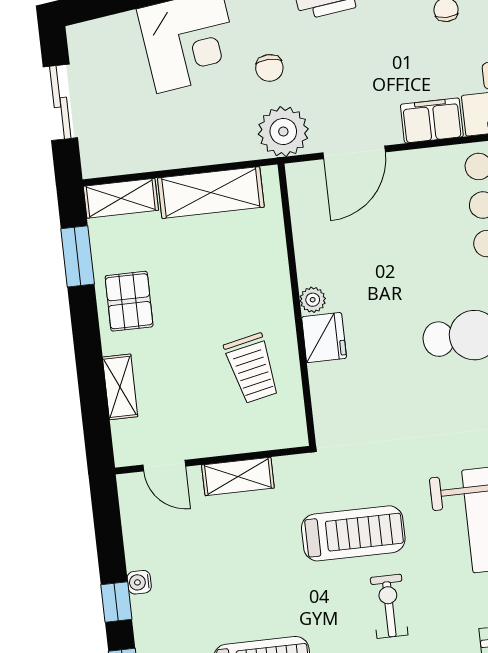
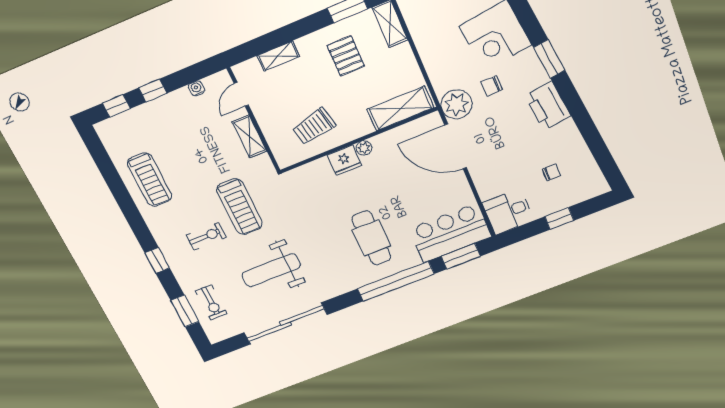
filing cabinet: (432, 120) -> (486, 183), removed
door: (354, 152) -> (456, 146), width x1.36
shelving: (211, 193) -> (400, 108), moved, turned 90
pallet: (129, 301) -> (346, 56), moved, turned 90
water cooler: (139, 582) -> (196, 88), moved

